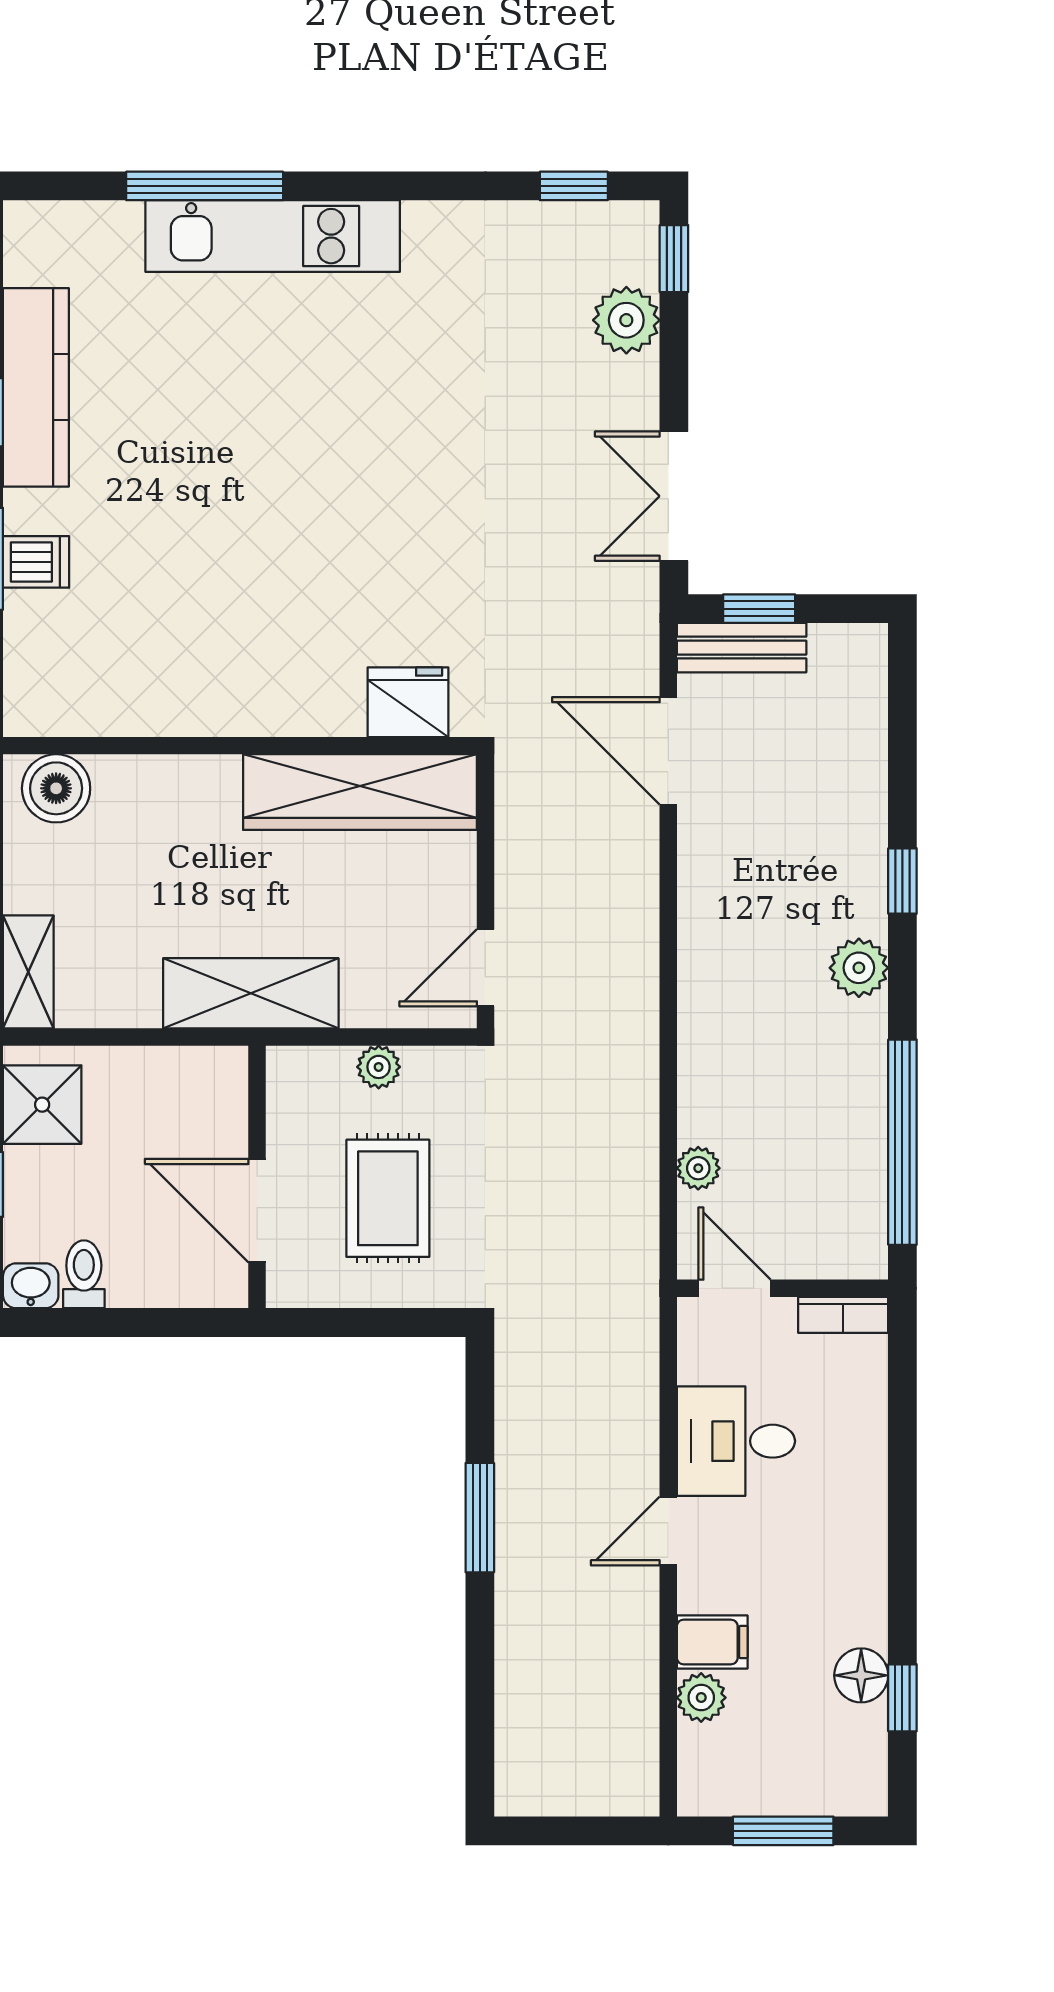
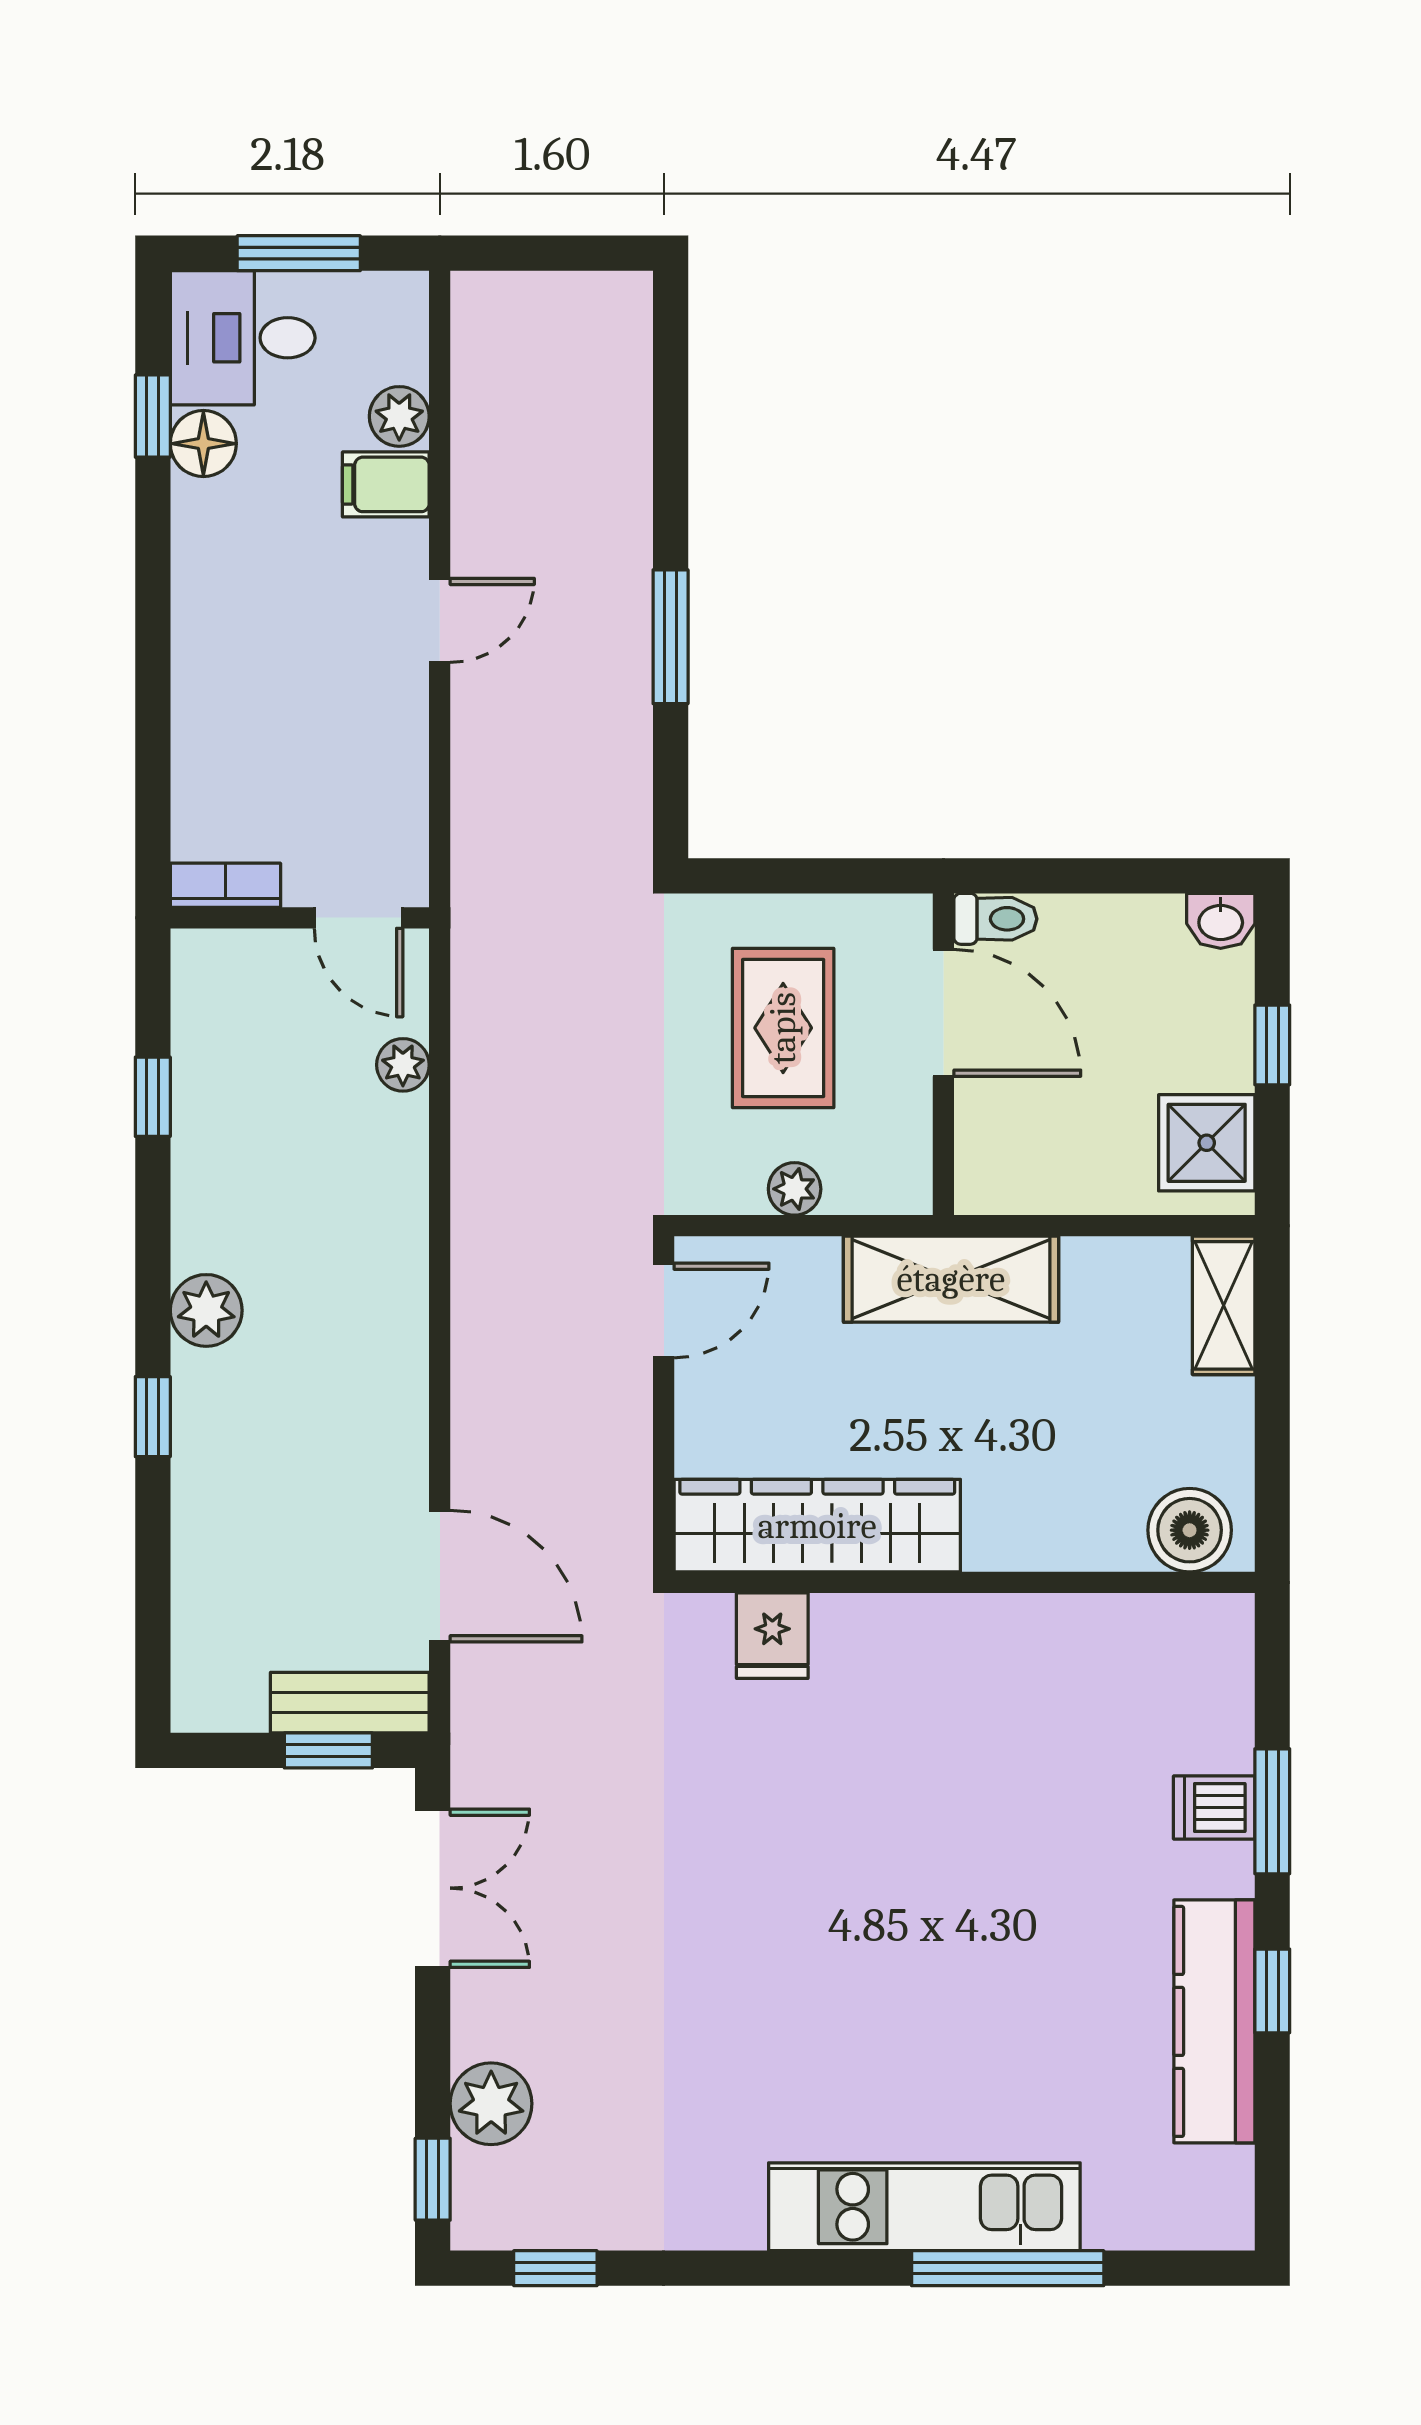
fridge: (408, 702) -> (772, 1636), width x0.72
window: (902, 1142) -> (153, 1097), width x0.32
toilet: (84, 1274) -> (995, 919), moved, turned -90
desk: (736, 1441) -> (243, 338), moved, turned 180

